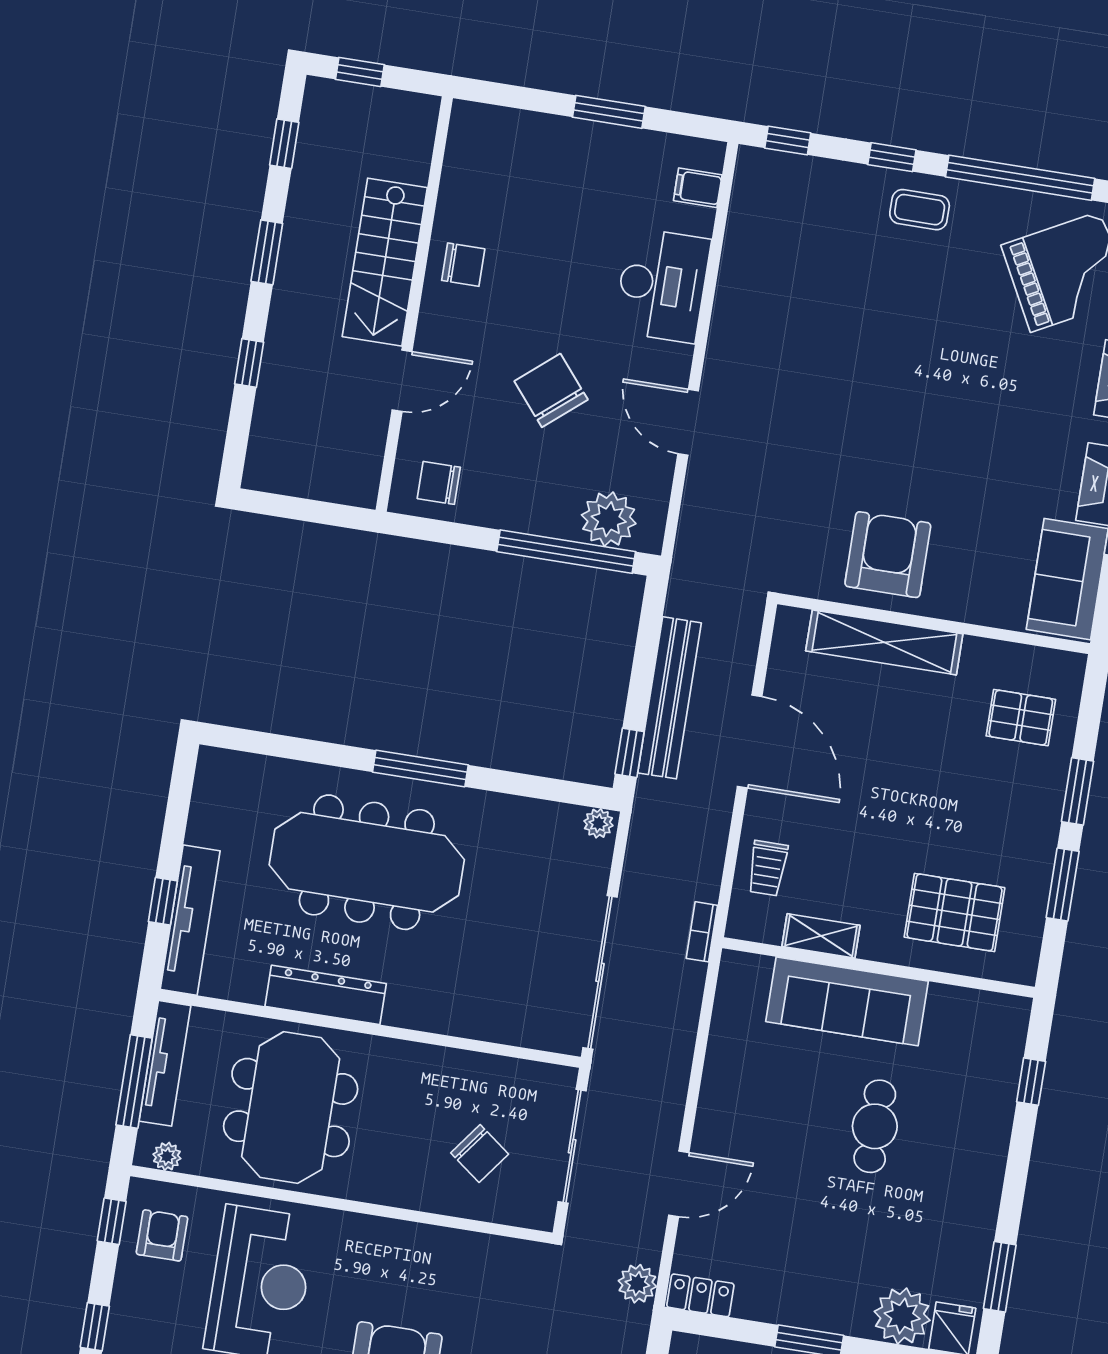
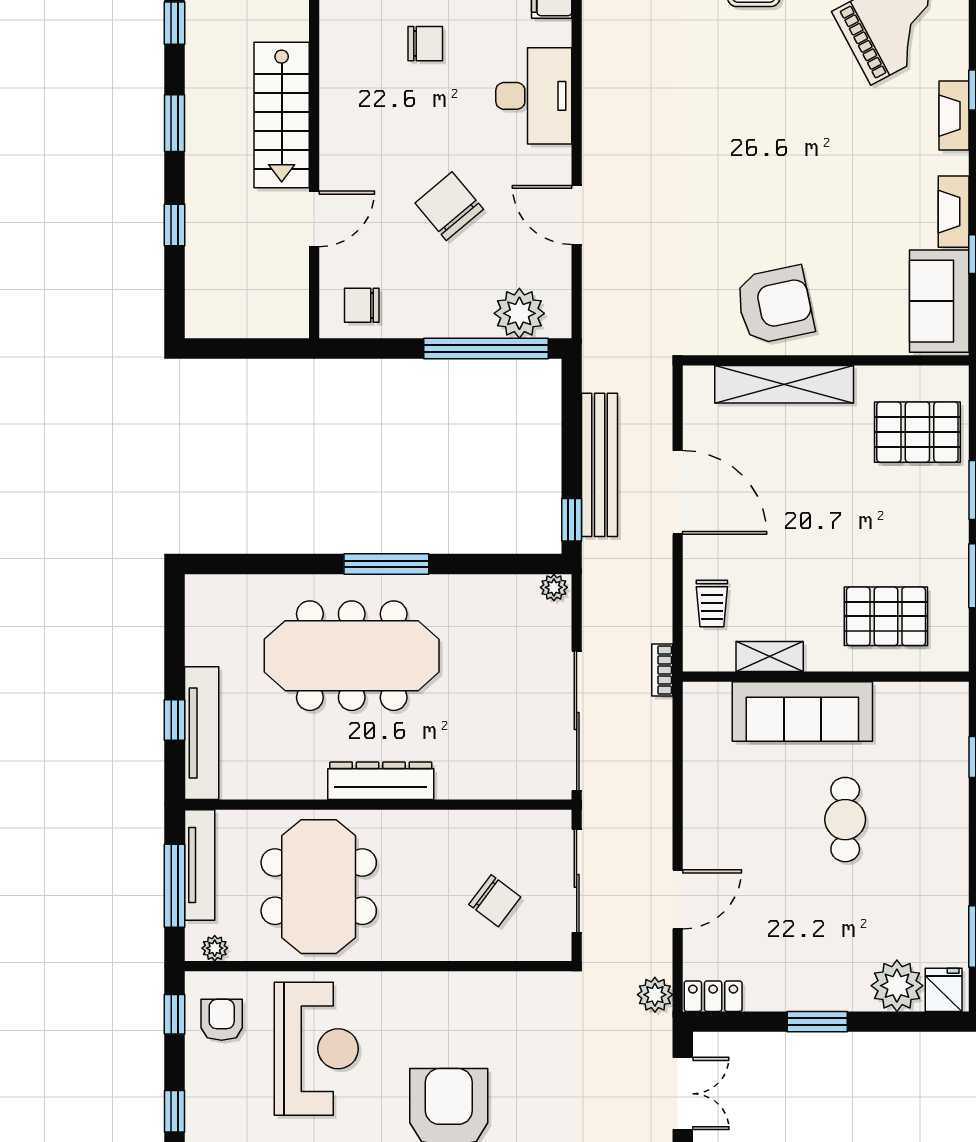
chair: (463, 265) -> (425, 44), moved
armchair: (888, 555) -> (775, 305), turned 78
pallet: (1021, 718) -> (917, 432), width x1.50, depth x1.42
dresser: (326, 995) -> (381, 781), moved

